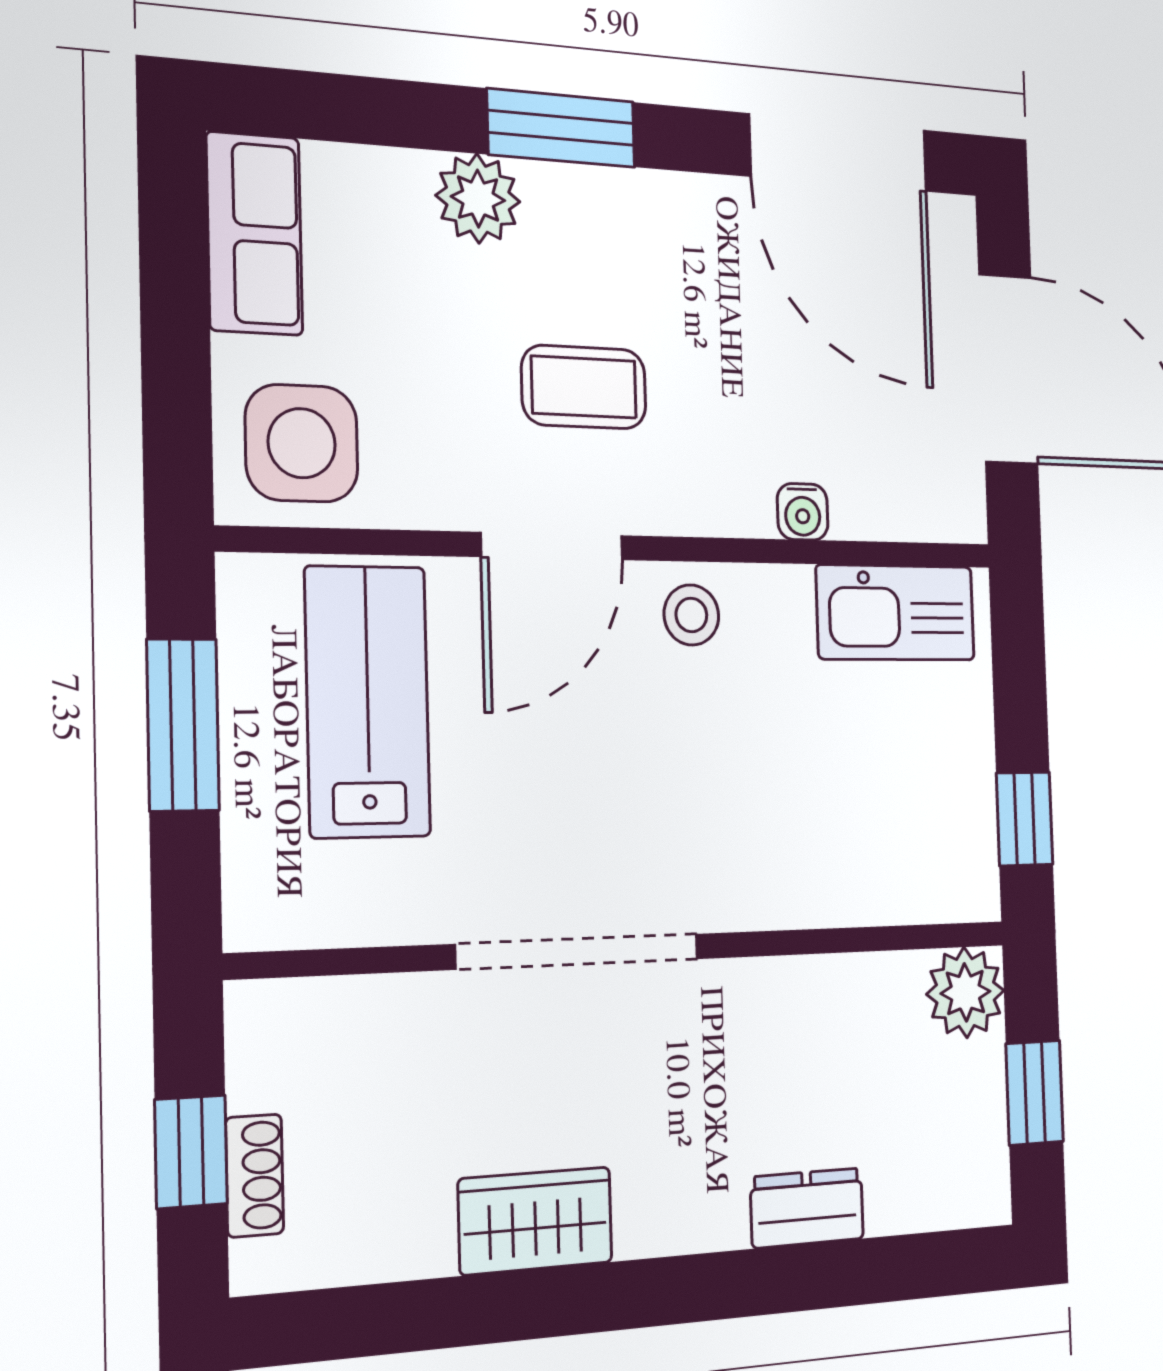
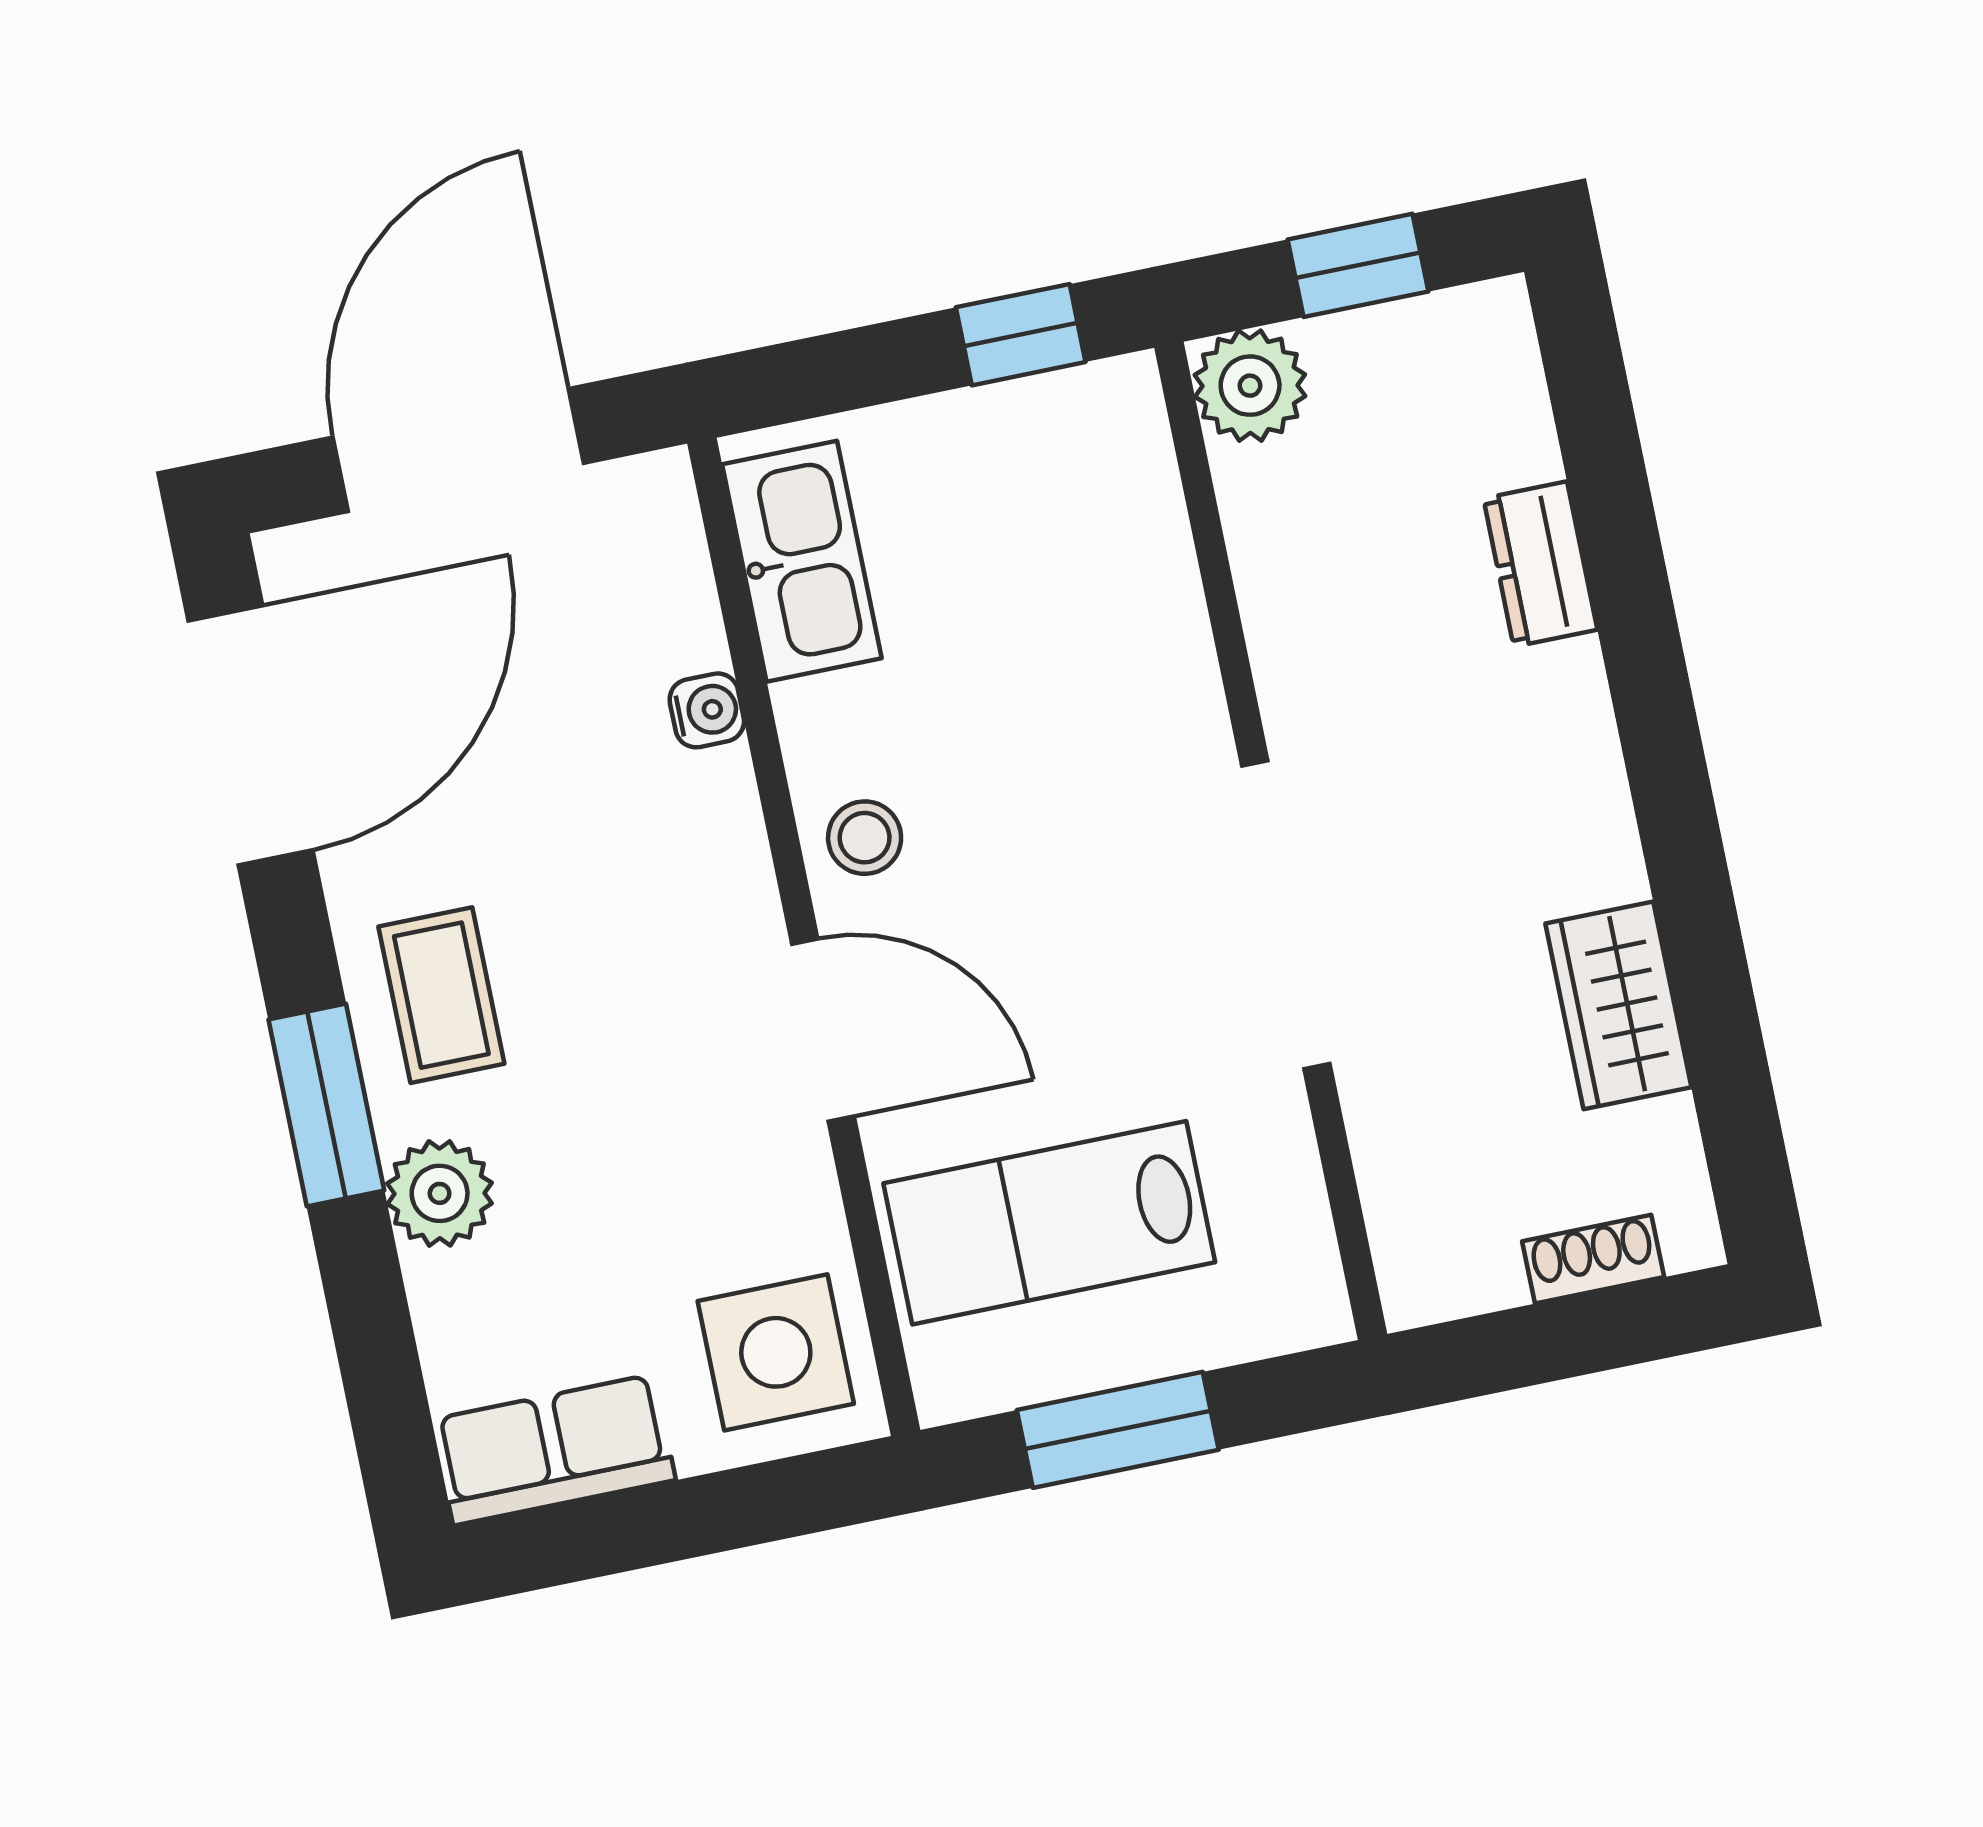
coffee table: (584, 387) -> (441, 995), moved
window: (191, 1152) -> (1577, 1336), removed
wardrobe: (535, 1221) -> (1618, 1005), moved

